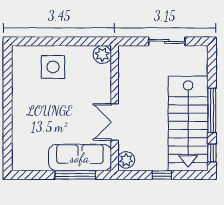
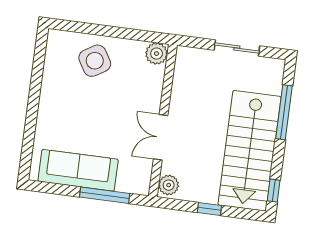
side table: (53, 67) -> (95, 61), turned -31
window: (212, 110) -> (284, 112), moved
sofa: (80, 158) -> (78, 170), moved

